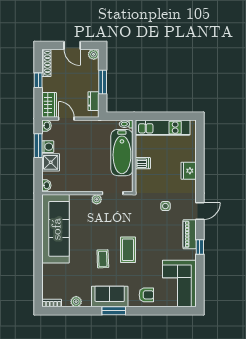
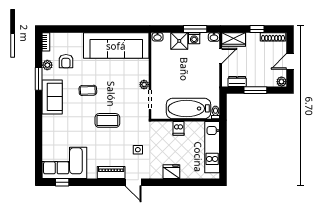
window: (200, 247) -> (62, 182), moved
coffee table: (128, 250) -> (107, 120), moved
armchair: (146, 295) -> (66, 61), moved
window: (114, 311) -> (39, 79), moved

